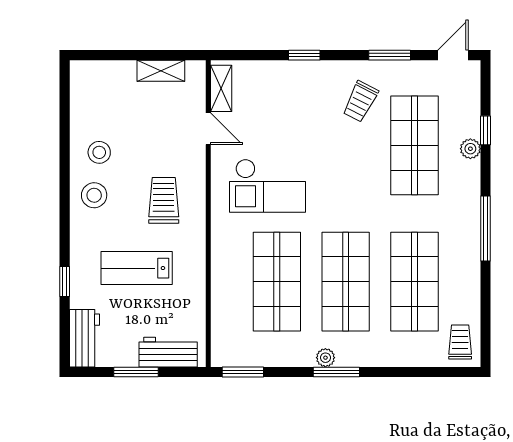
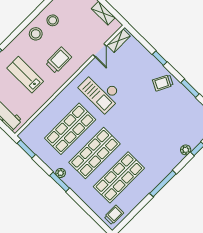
trolley: (360, 101) -> (163, 83), moved
shop shelf: (414, 145) -> (167, 129), removed

